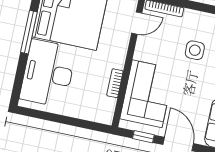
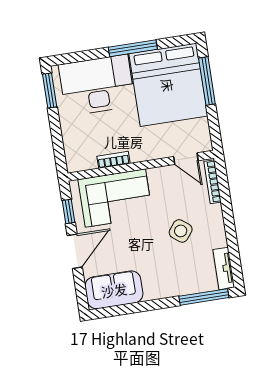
side table: (195, 50) -> (181, 231), turned 38
window: (38, 114) -> (50, 91), added

